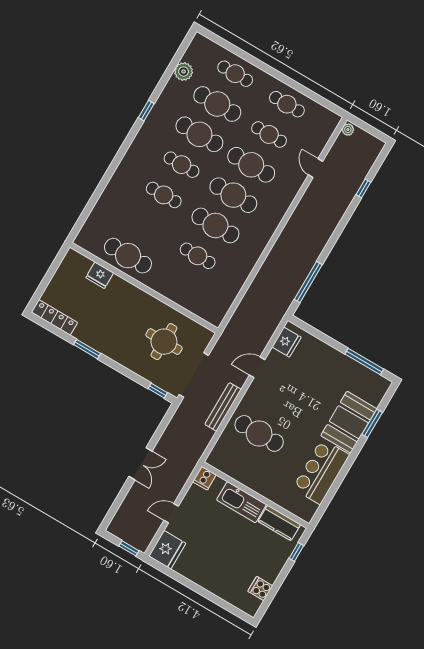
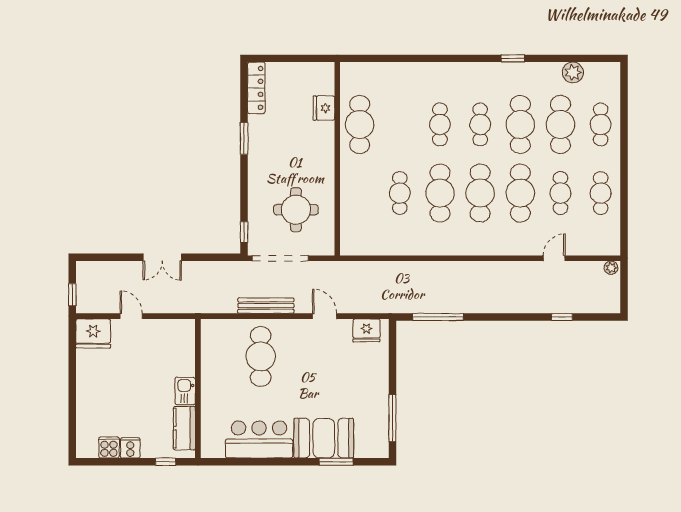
cooker: (204, 478) -> (130, 448), moved, turned 90
kitchen sink: (241, 502) -> (185, 391), width x0.53, depth x0.81

